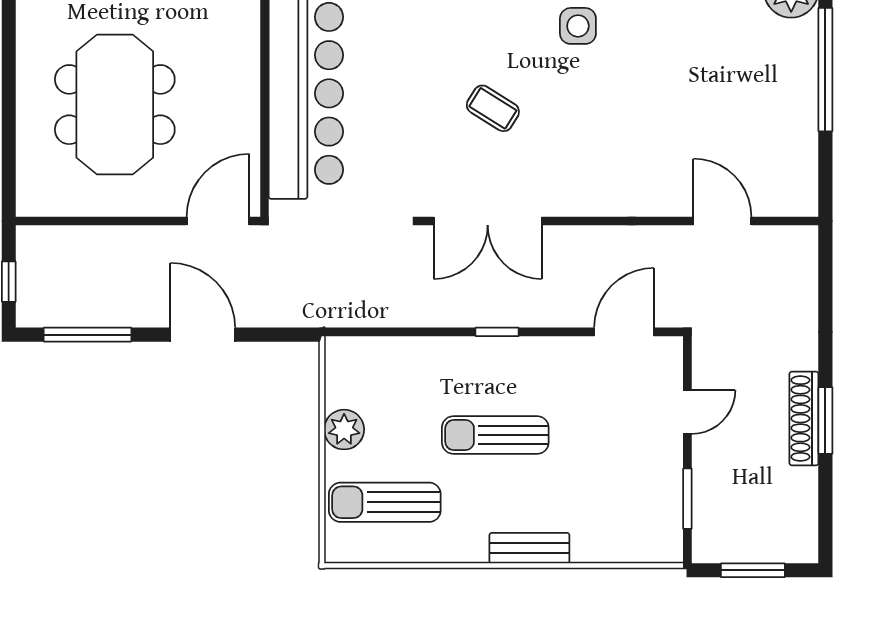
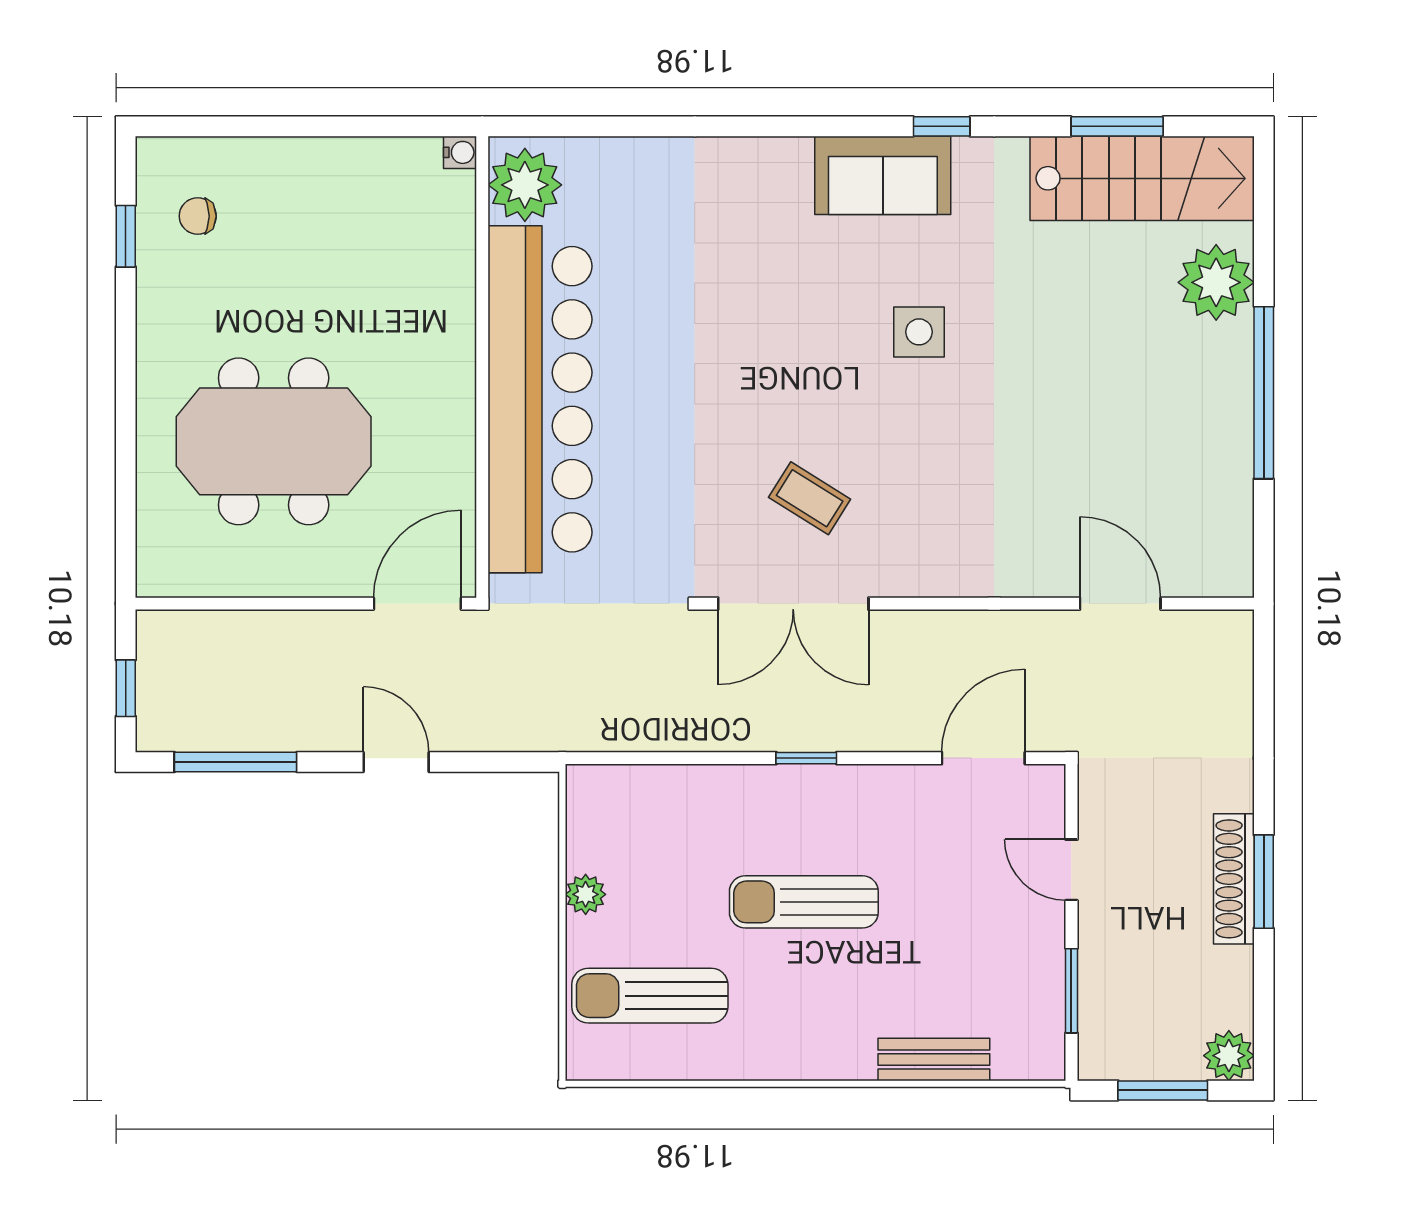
meeting table: (115, 105) -> (274, 441), turned 90
coffee table: (493, 108) -> (810, 498), moved
door: (203, 335) -> (396, 762), width x0.73
door: (687, 412) -> (1071, 870), swing flipped
plant: (344, 430) -> (586, 894), width x0.73, depth x0.73
plant: (800, 545) -> (1229, 1056), added
bench: (529, 548) -> (934, 1059), moved

